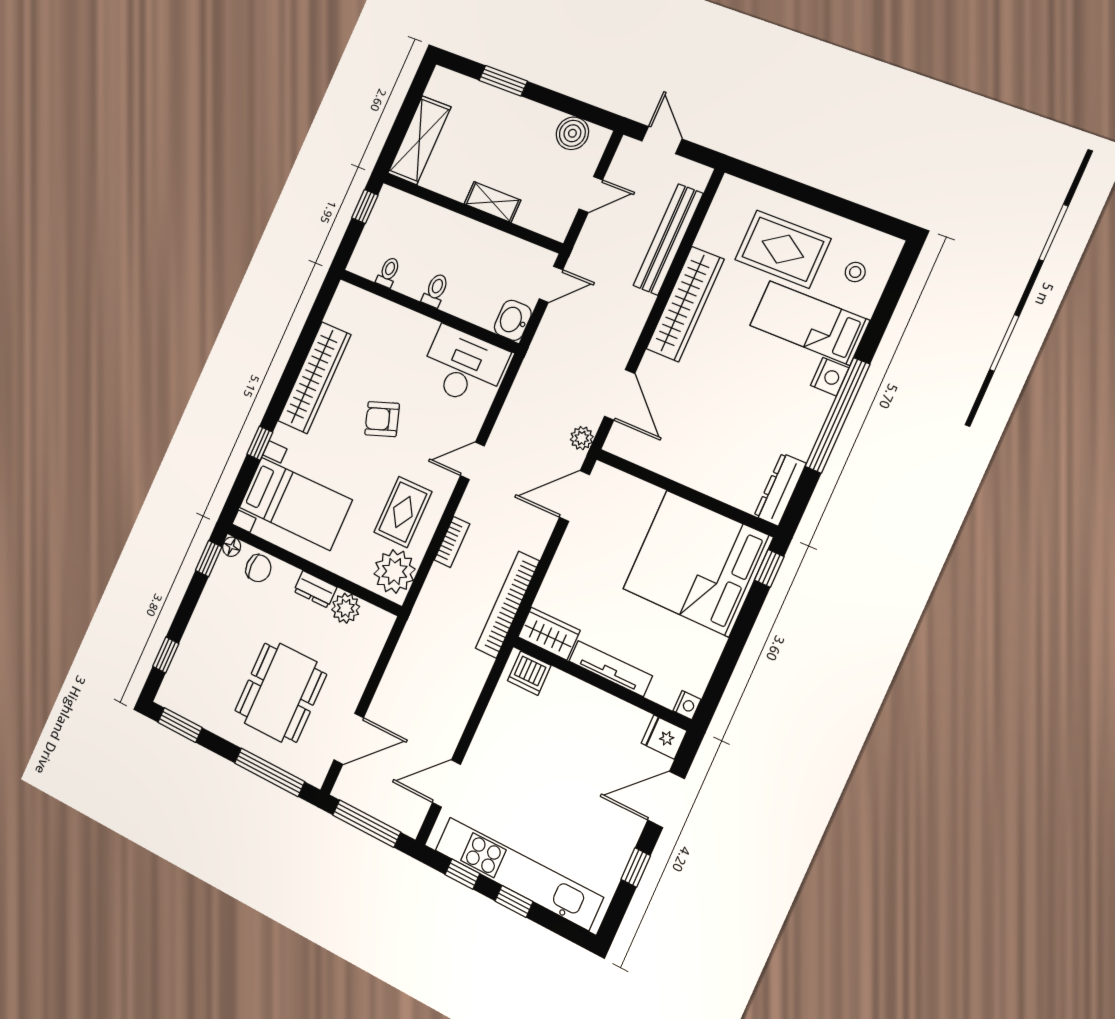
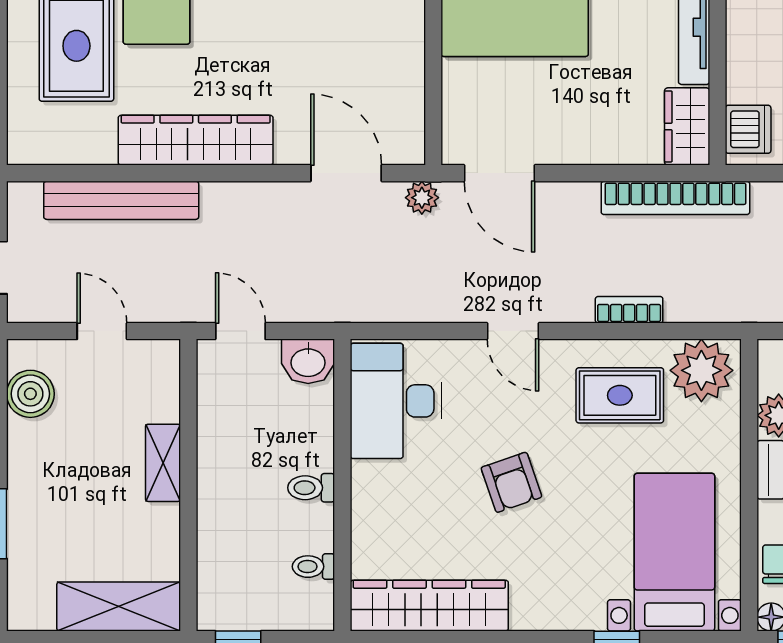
wardrobe: (314, 378) -> (429, 606), moved
door: (620, 395) -> (346, 173), hinge flipped

